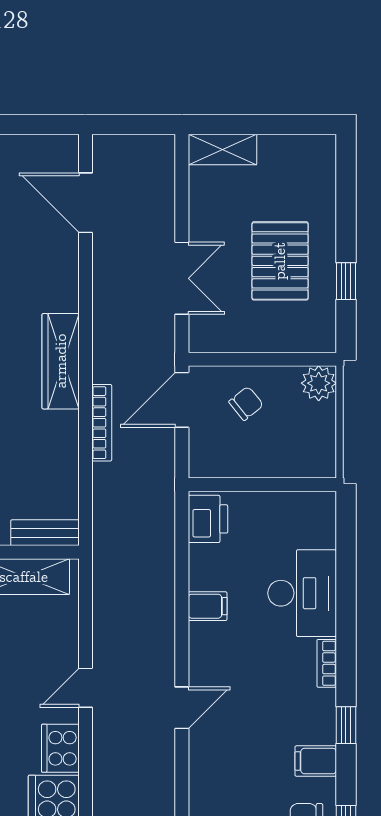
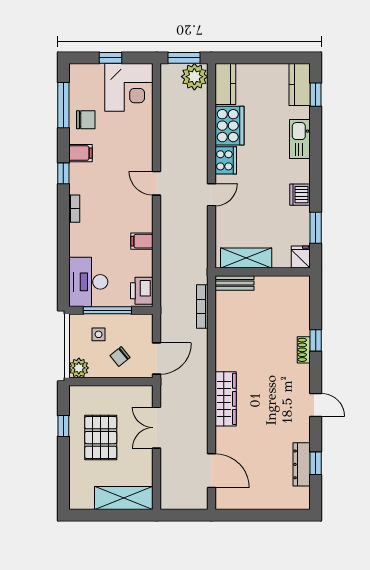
shelving: (223, 149) -> (124, 498), width x1.50, depth x1.33
wardrobe: (61, 361) -> (226, 399), moved
bookcase: (102, 423) -> (202, 307), moved
side table: (284, 442) -> (99, 334), added
window: (268, 485) -> (107, 310), added
desk: (302, 593) -> (88, 282), moved
door: (182, 708) -> (157, 183), hinge flipped

